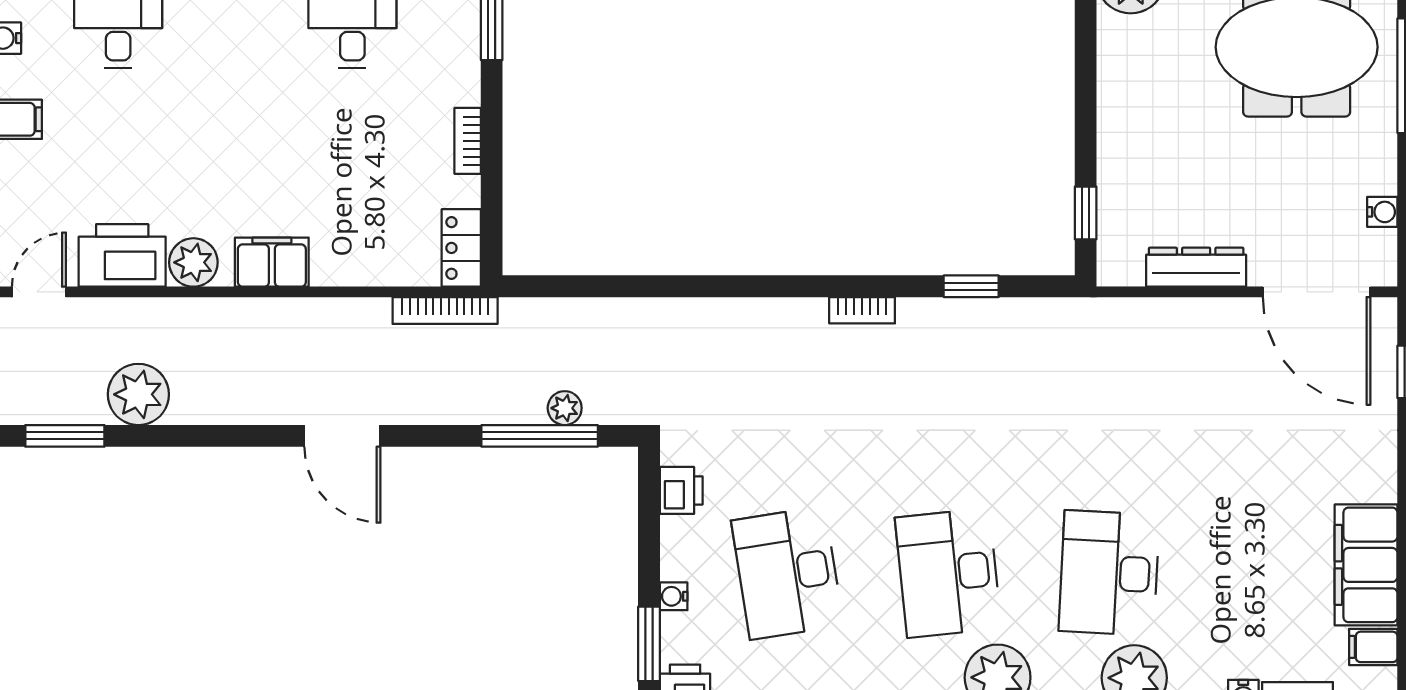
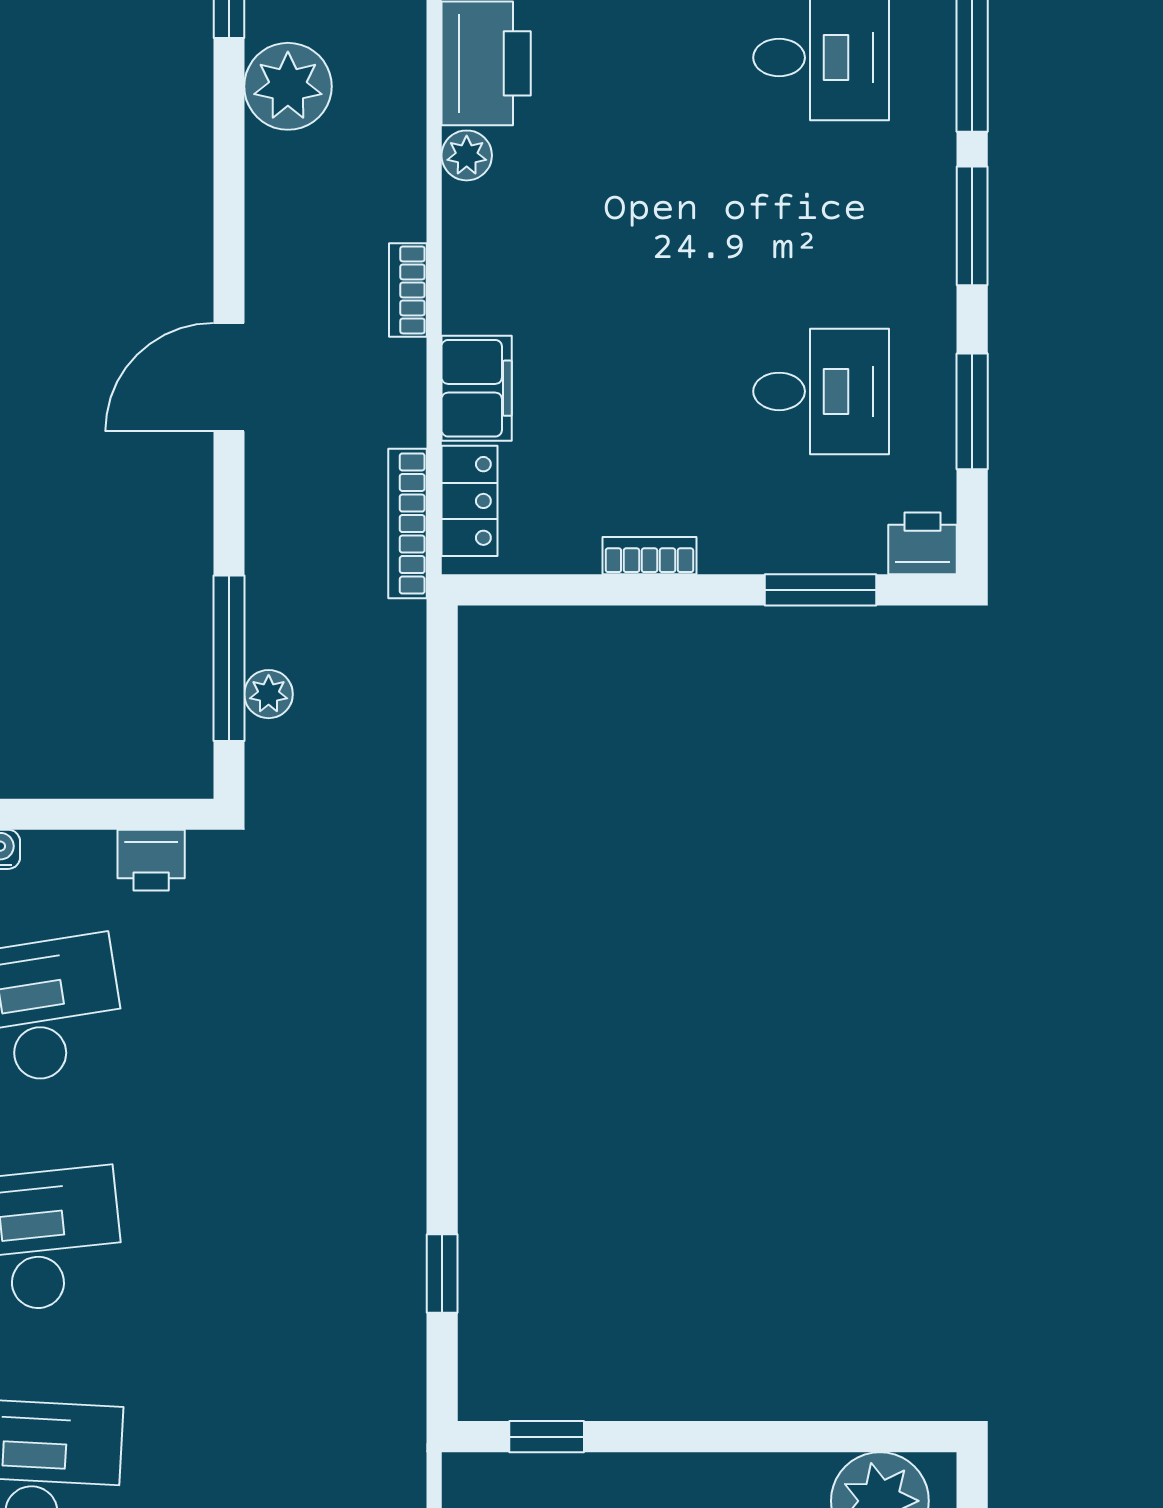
locker: (461, 248) -> (469, 501), moved, turned 90
plant: (193, 262) -> (467, 155), width x0.73, depth x0.73
filing cabinet: (272, 262) -> (477, 388), moved
bookcase: (862, 310) -> (408, 290), moved

